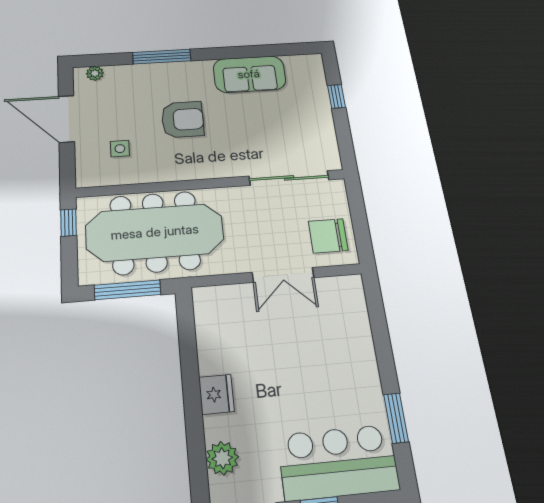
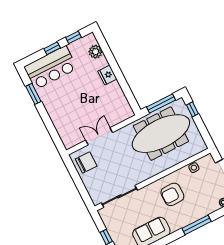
sliding door: (289, 178) -> (119, 196), moved
wall: (211, 183) -> (153, 179), moved
window: (69, 223) -> (192, 109), moved

